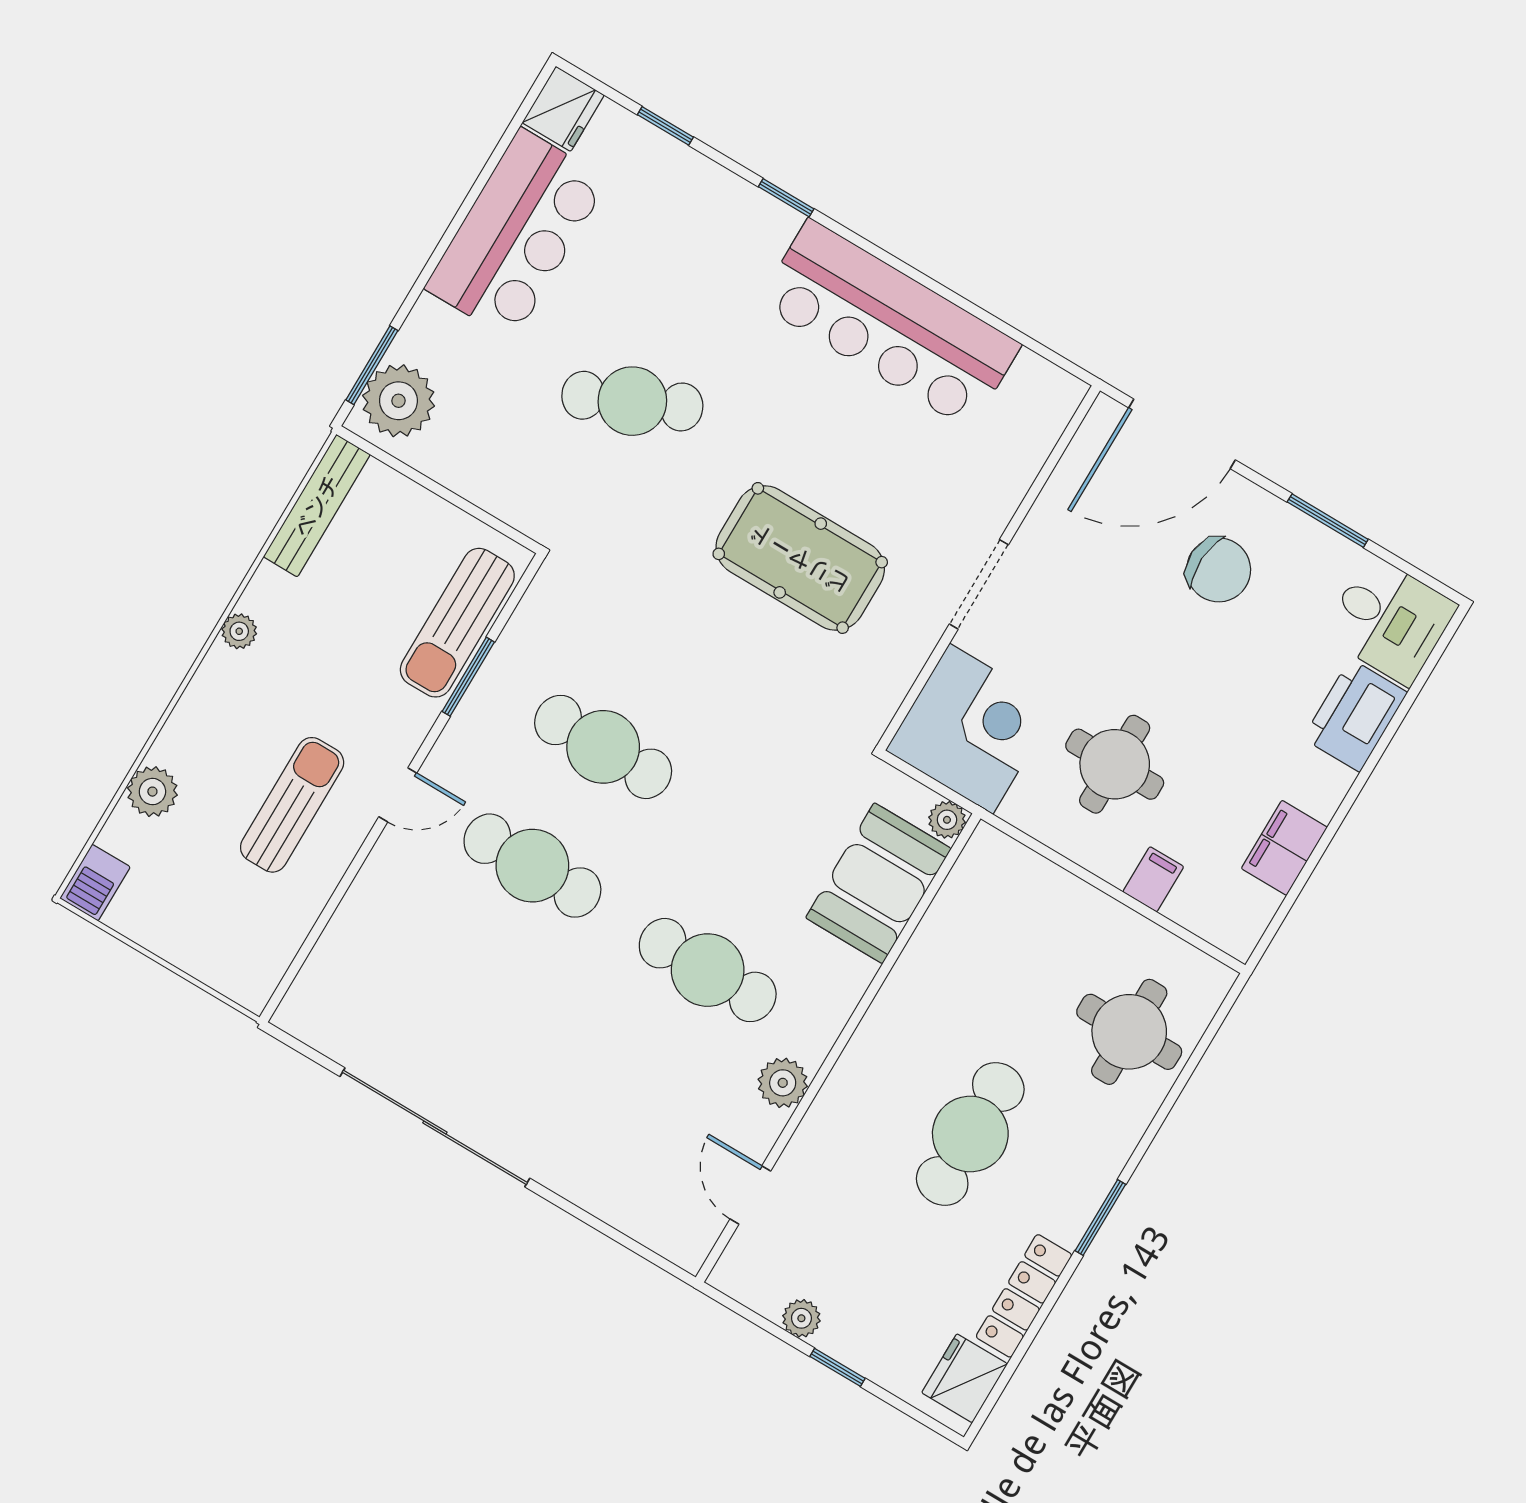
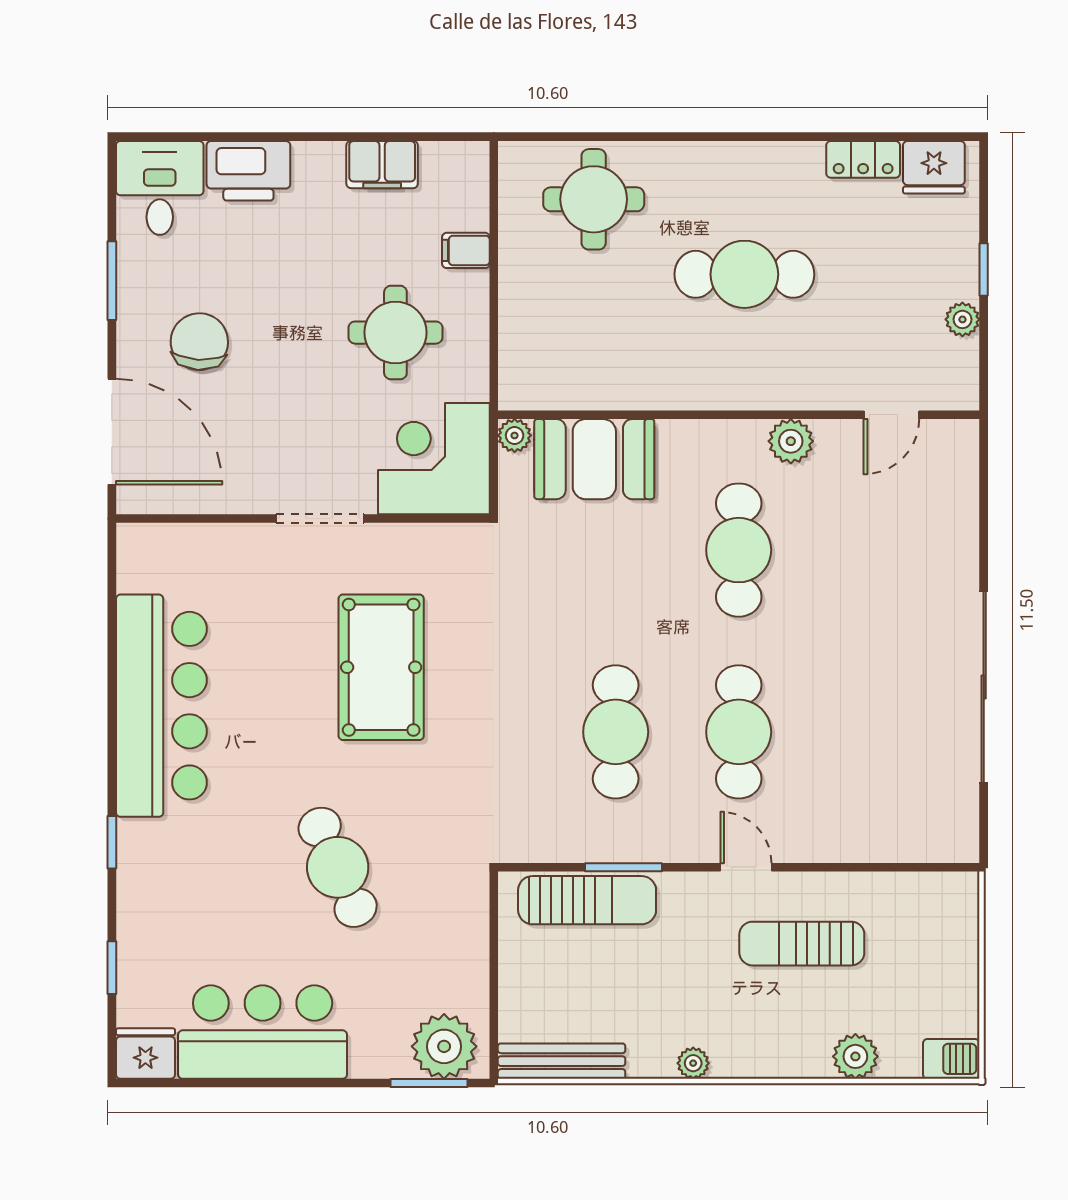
window: (1100, 1217) -> (749, 137), removed
locker: (1024, 1296) -> (863, 159), width x0.66

